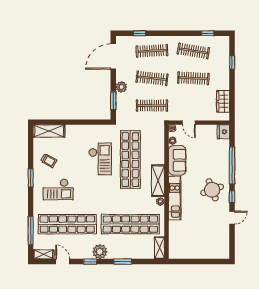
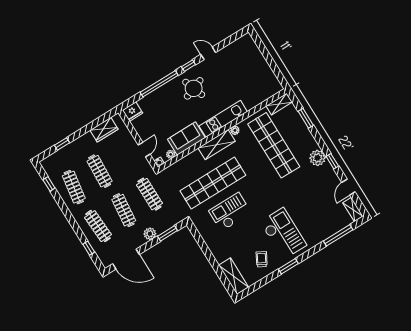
checkout: (58, 189) -> (283, 234), width x1.36, depth x1.21
shop shelf: (67, 224) -> (311, 205), removed
window: (123, 262) -> (306, 118), moved

